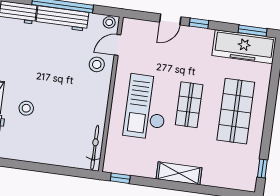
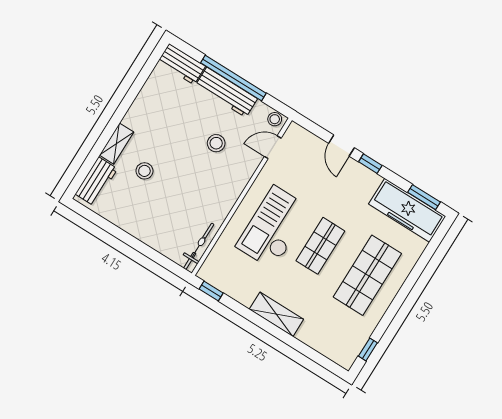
door: (170, 19) -> (341, 146), hinge flipped
stool: (97, 64) -> (216, 143), moved

